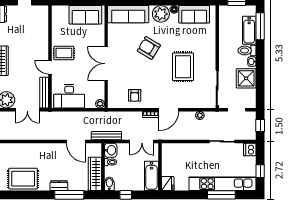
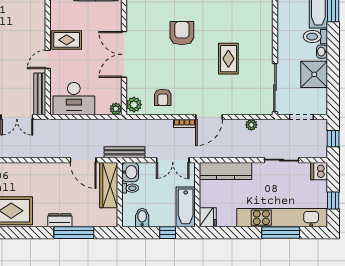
armchair: (149, 48) -> (182, 33), turned 59
door: (50, 67) -> (48, 59), hinge flipped
rug: (183, 67) -> (228, 59), width x0.73, depth x0.70
plant: (113, 100) -> (134, 105), added
kitchen counter: (181, 149) -> (226, 171), added
wardrobe: (95, 174) -> (109, 185), moved
bidet: (109, 184) -> (142, 218), moved
window: (126, 195) -> (168, 233), moved

